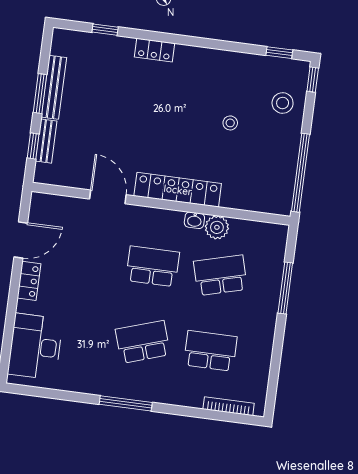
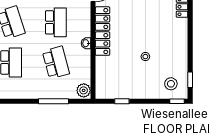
stool: (283, 103) -> (171, 84), moved
window: (300, 173) -> (122, 101), width x0.32
plant: (217, 227) -> (84, 90), moved

